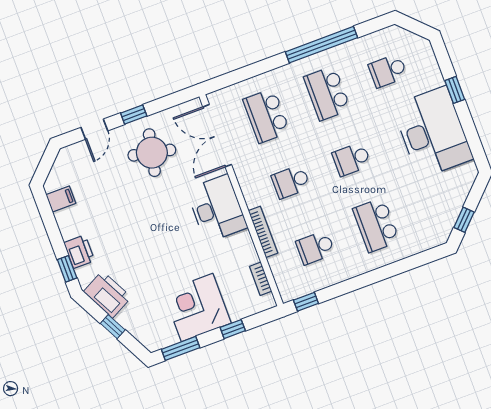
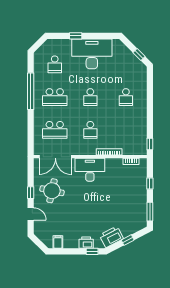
school desk: (376, 225) -> (126, 97), width x0.54
school desk: (315, 248) -> (126, 130), removed
corner desk: (197, 307) -> (133, 197), removed

